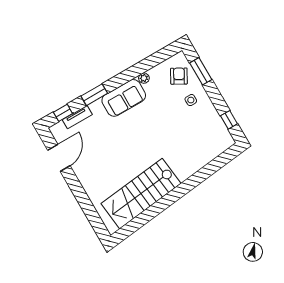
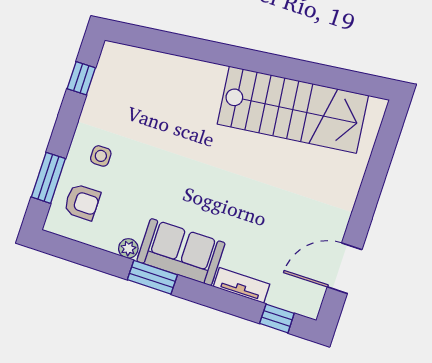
armchair: (179, 76) -> (82, 202), turned -119
window: (94, 95) -> (152, 277), moved
tv unit: (77, 117) -> (242, 285), moved

